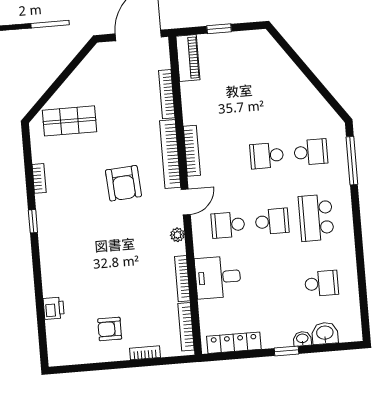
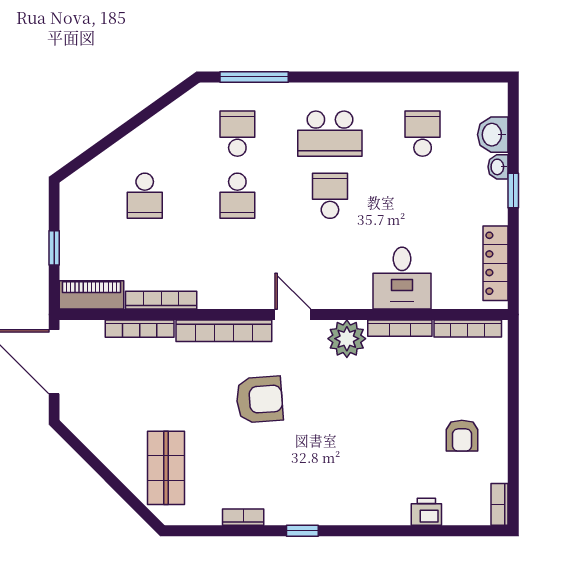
bookcase: (192, 151) -> (161, 300), moved
school desk: (228, 225) -> (145, 196), moved
plant: (177, 235) -> (347, 339), width x1.87, depth x1.87
bookcase: (145, 353) -> (499, 504), moved

